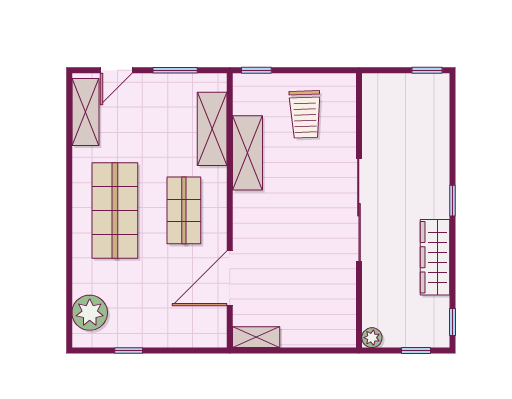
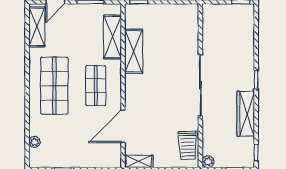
trolley: (305, 114) -> (187, 145), moved
plant: (90, 313) -> (34, 142), width x0.53, depth x0.53

